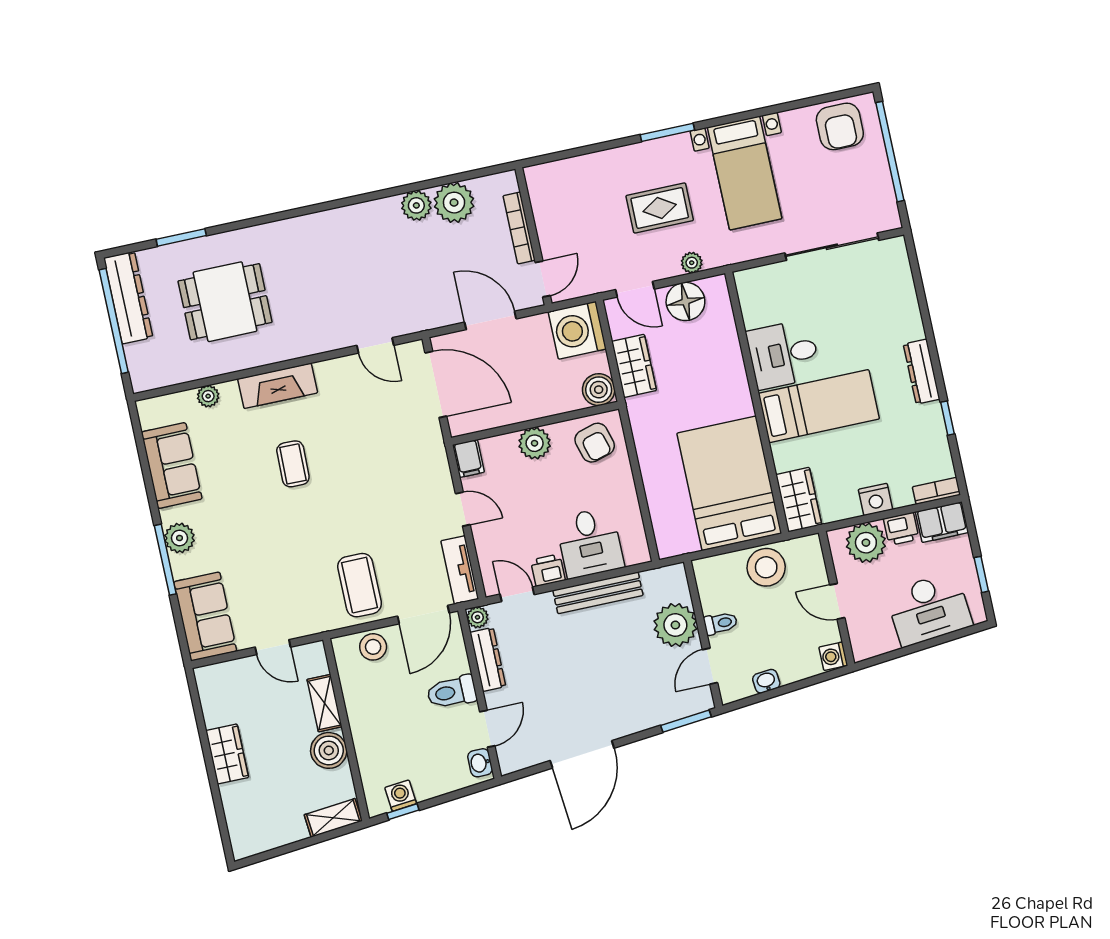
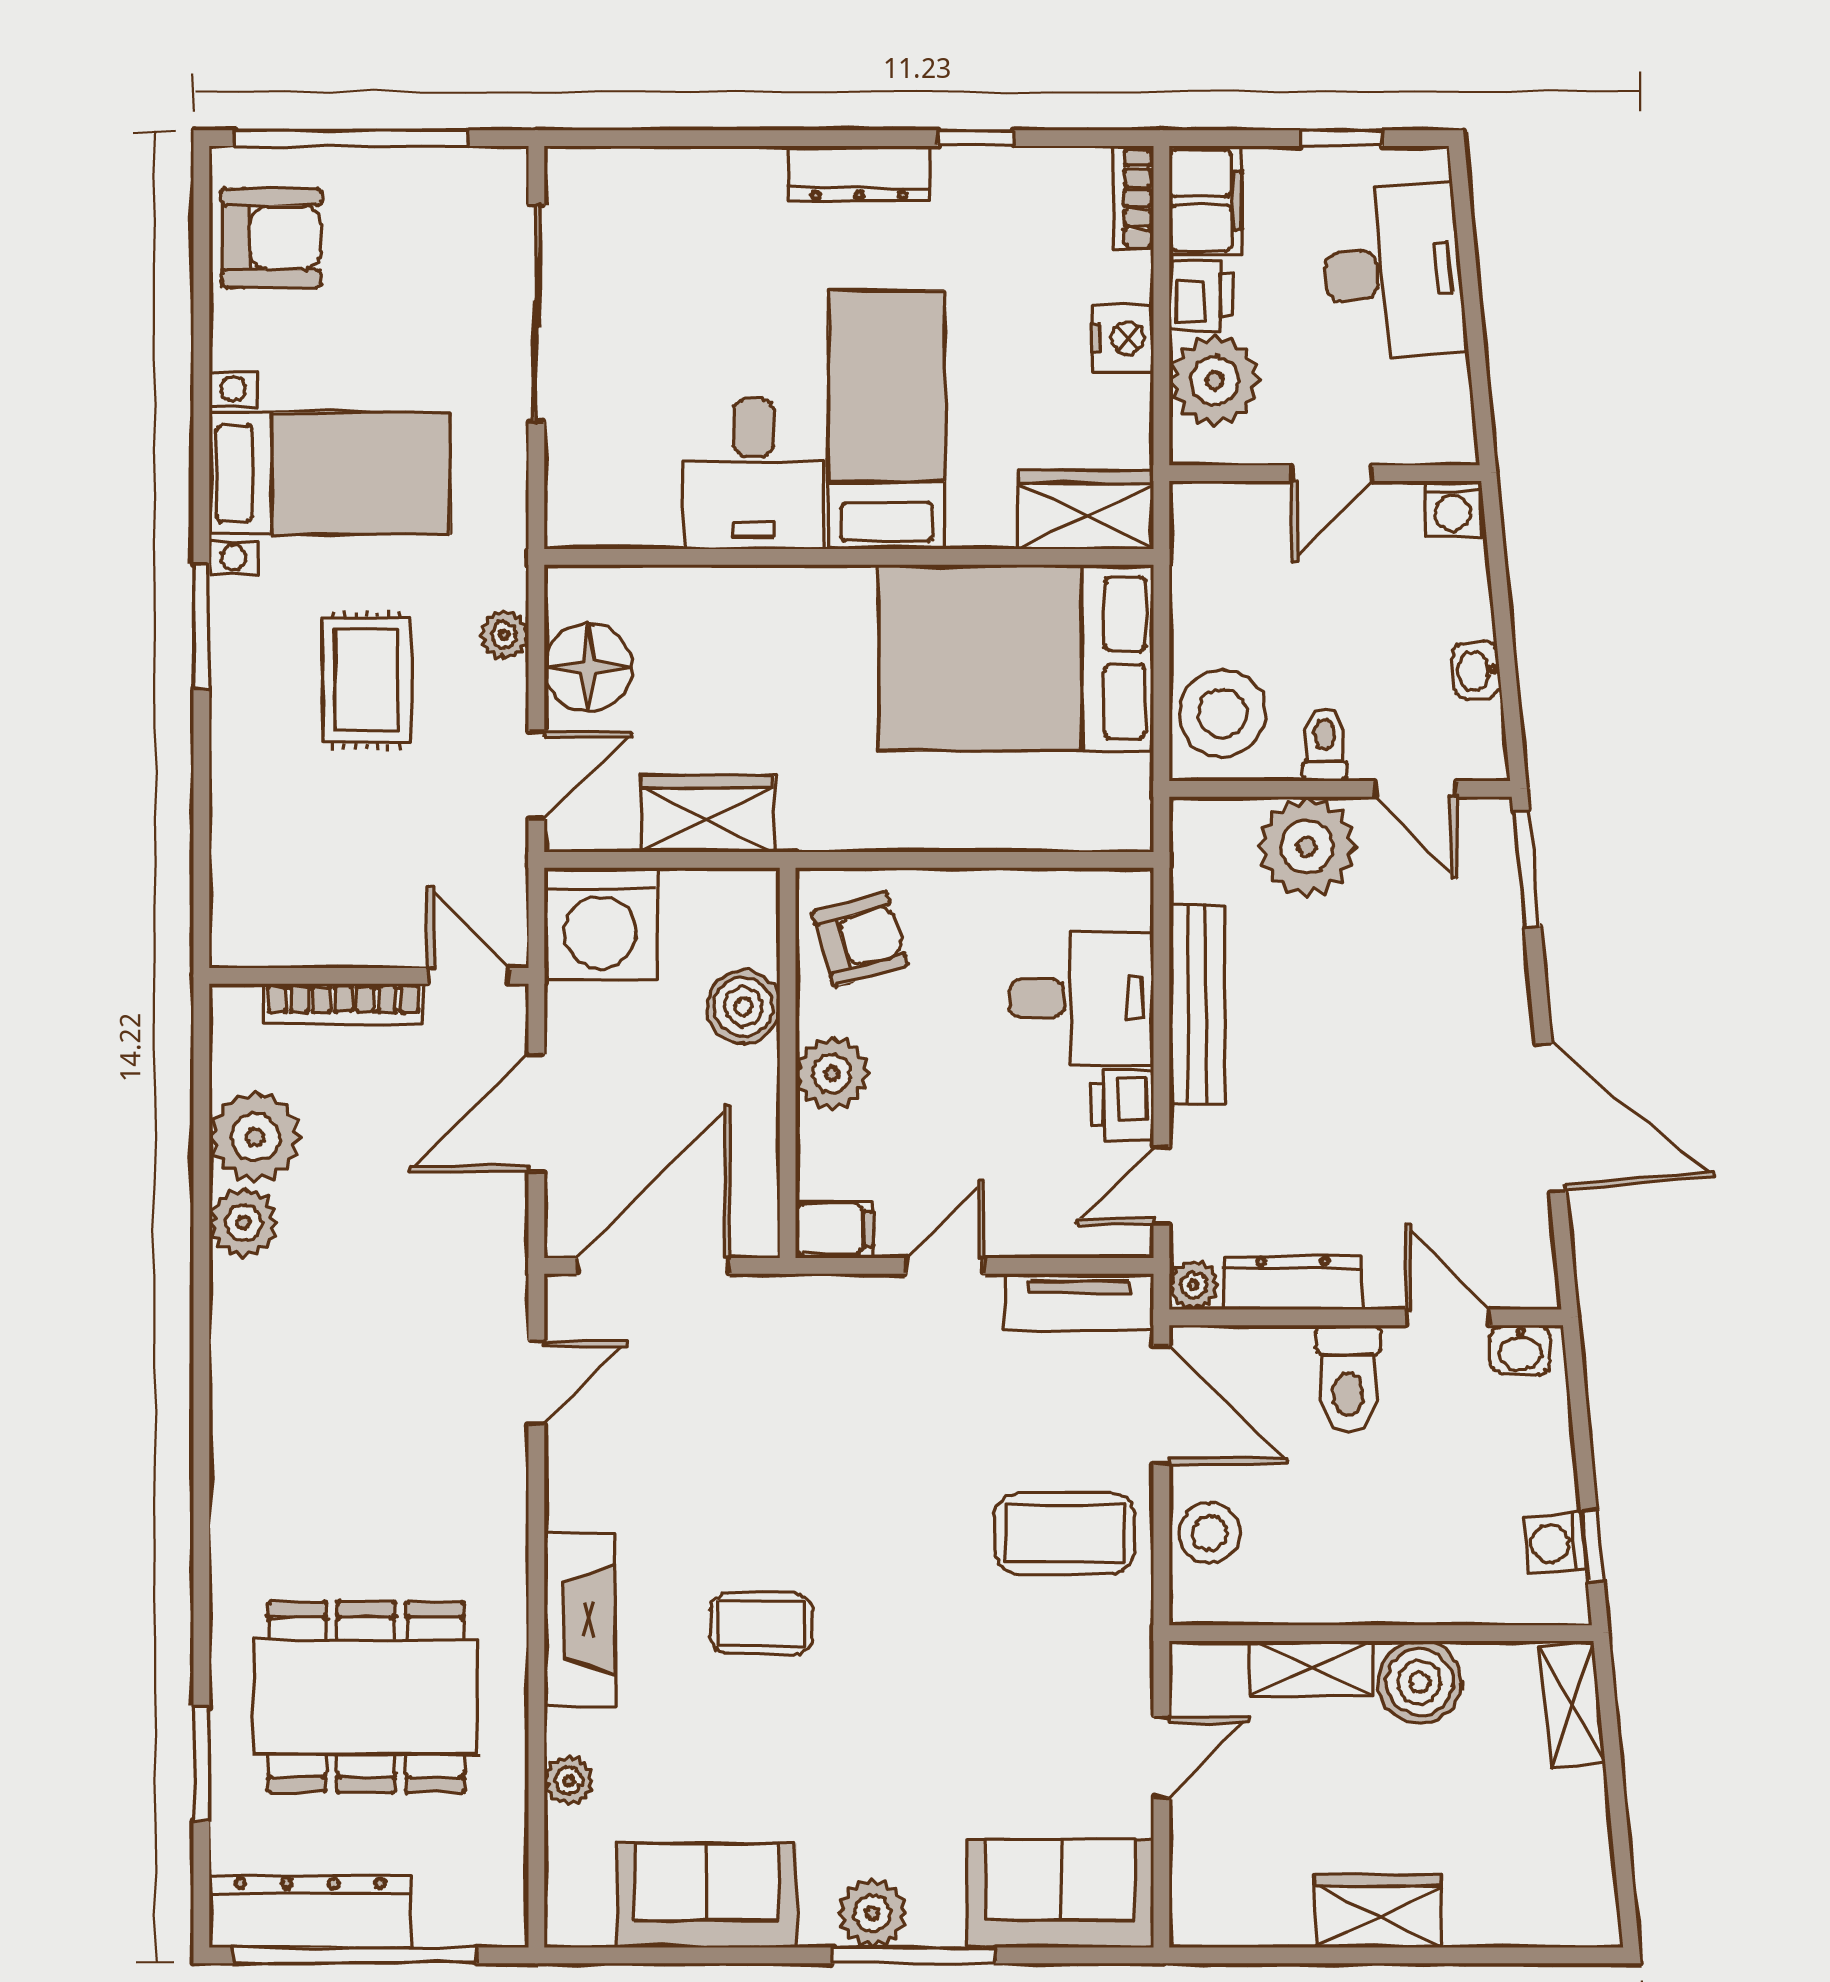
dining table: (225, 302) -> (366, 1697), width x1.38
boiler: (599, 390) -> (743, 1007), moved
stool: (766, 567) -> (1222, 713), moved

